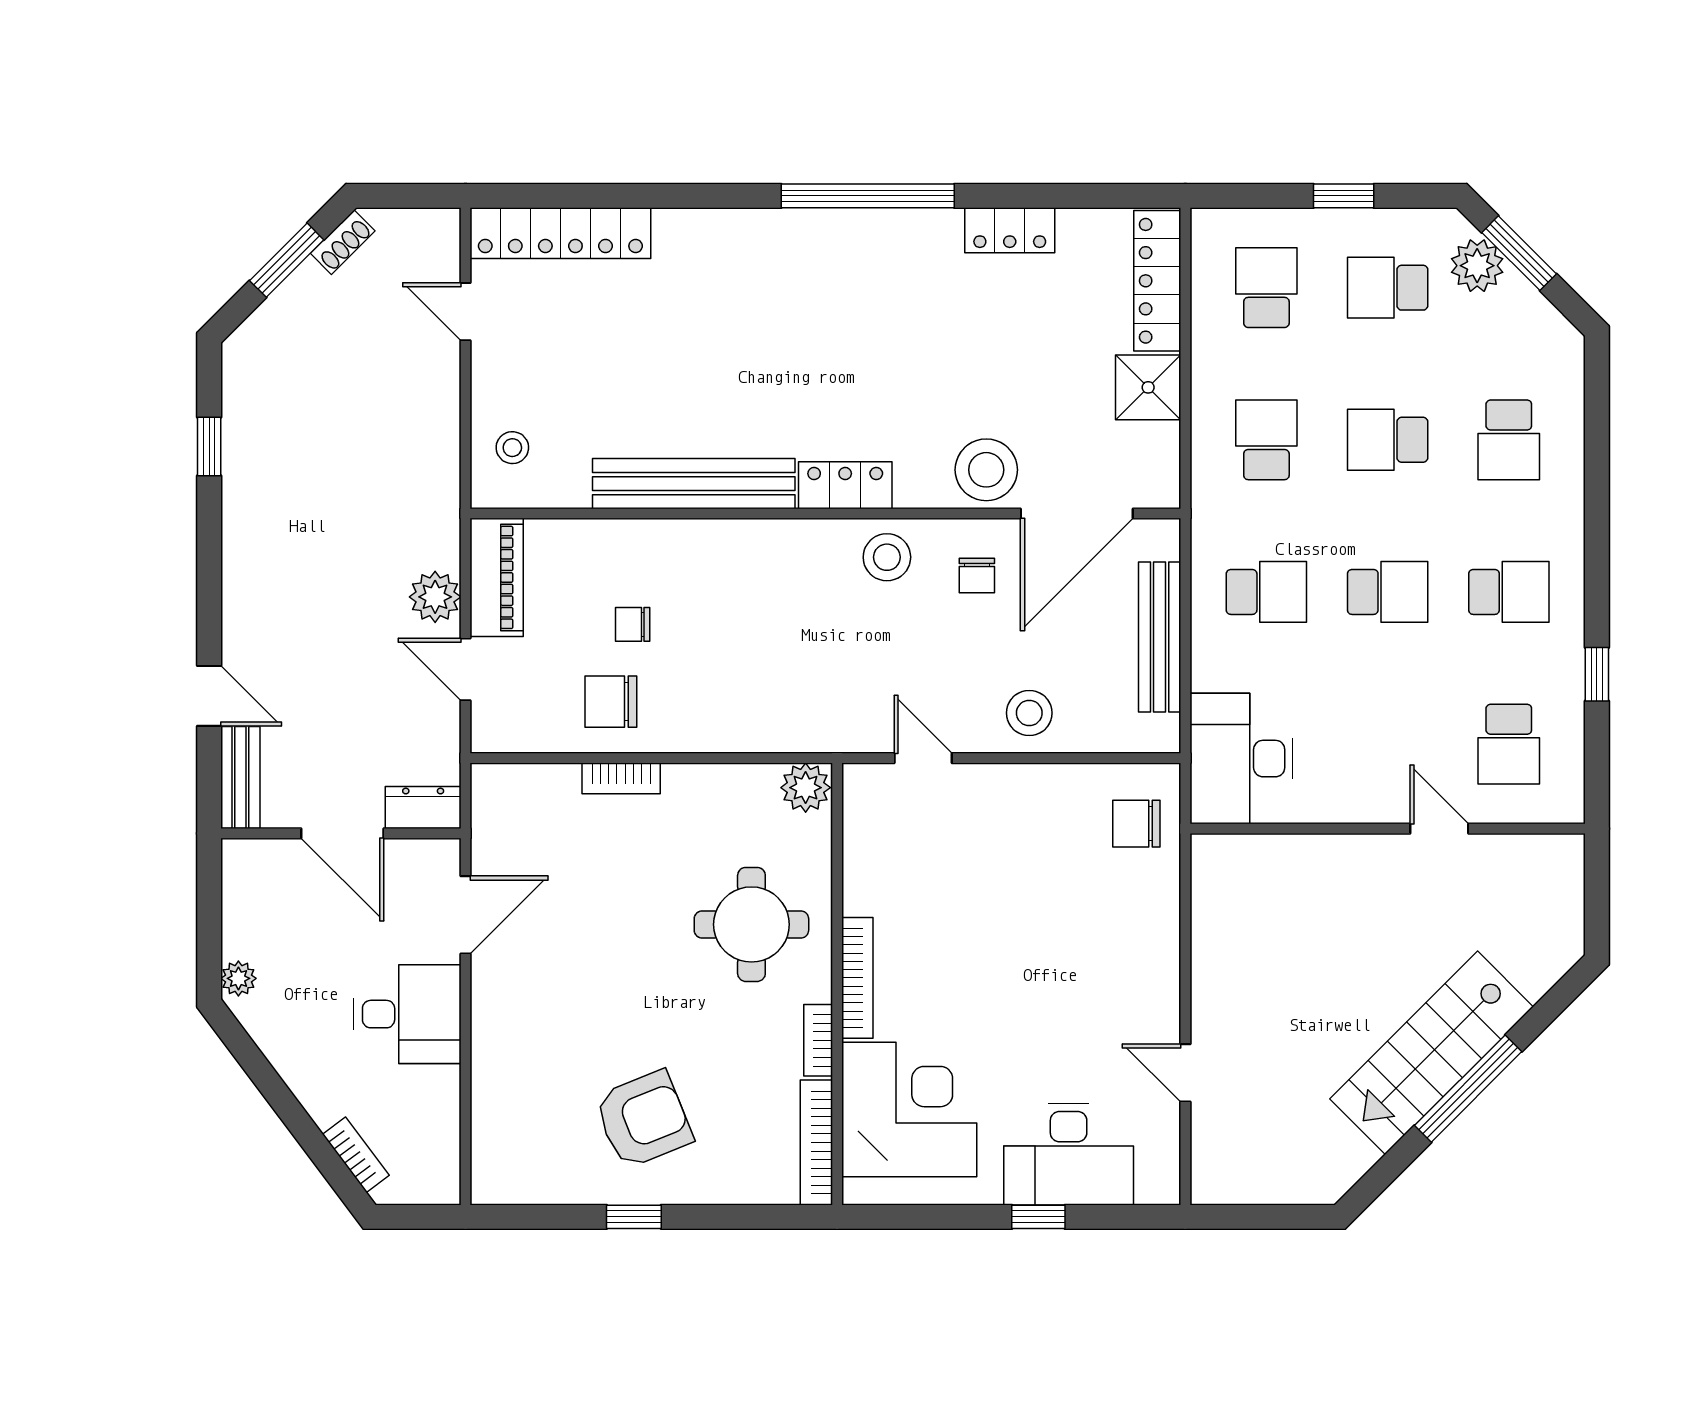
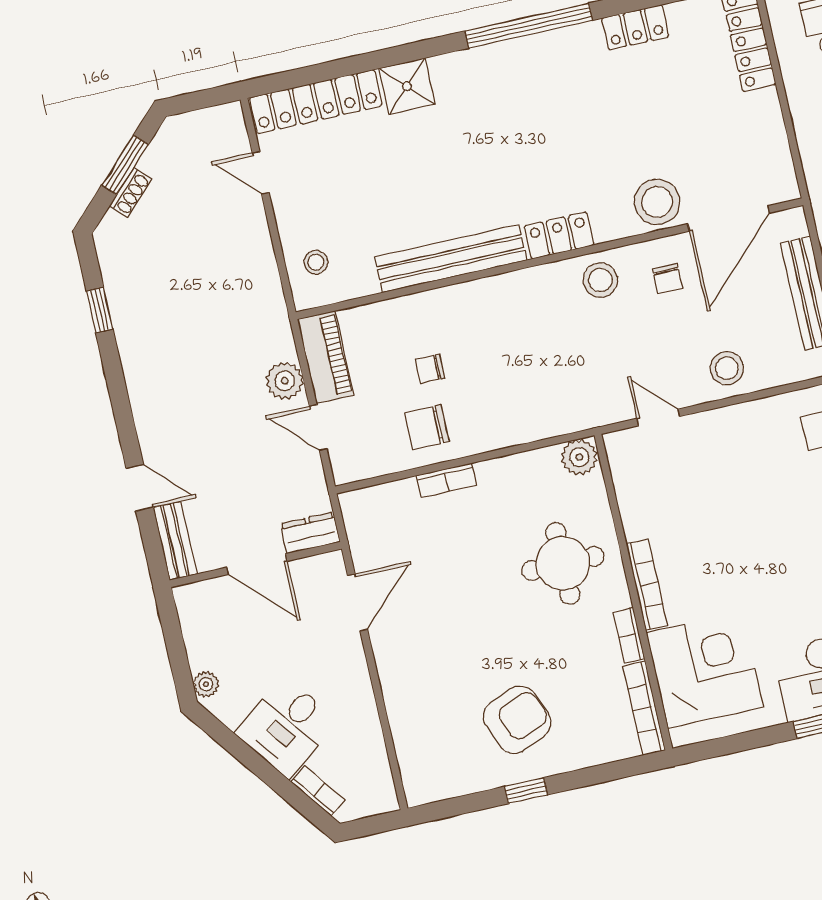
shoe rack: (343, 242) -> (131, 193), moved
shower: (1148, 387) -> (407, 86), moved
desk: (407, 1014) -> (286, 727), moved, turned 143

